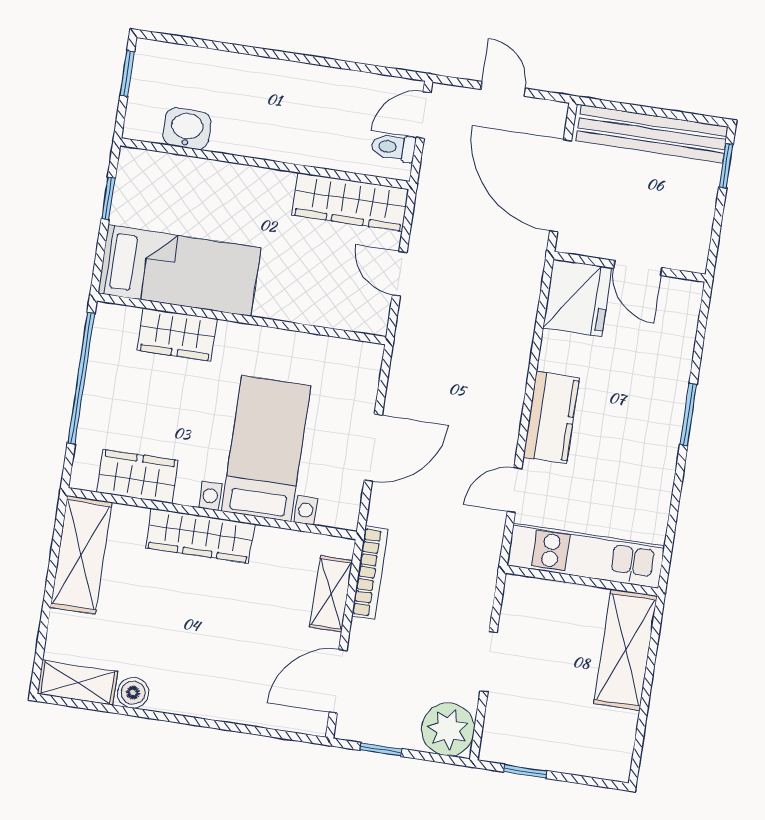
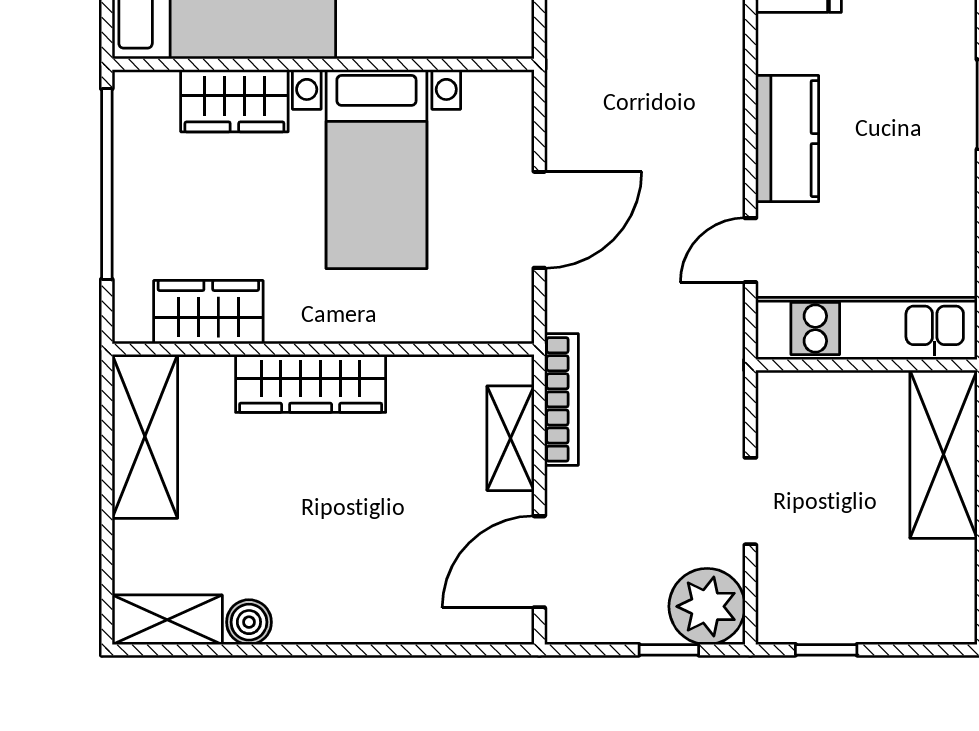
bed with nightstands: (266, 448) -> (376, 169), moved, turned 180
window: (381, 749) -> (669, 650), moved

